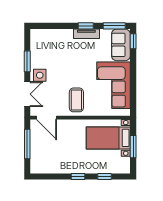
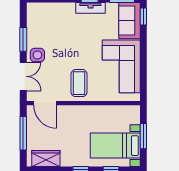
bed with nightstands: (108, 138) -> (115, 146), moved
wardrobe: (47, 166) -> (46, 159), added

